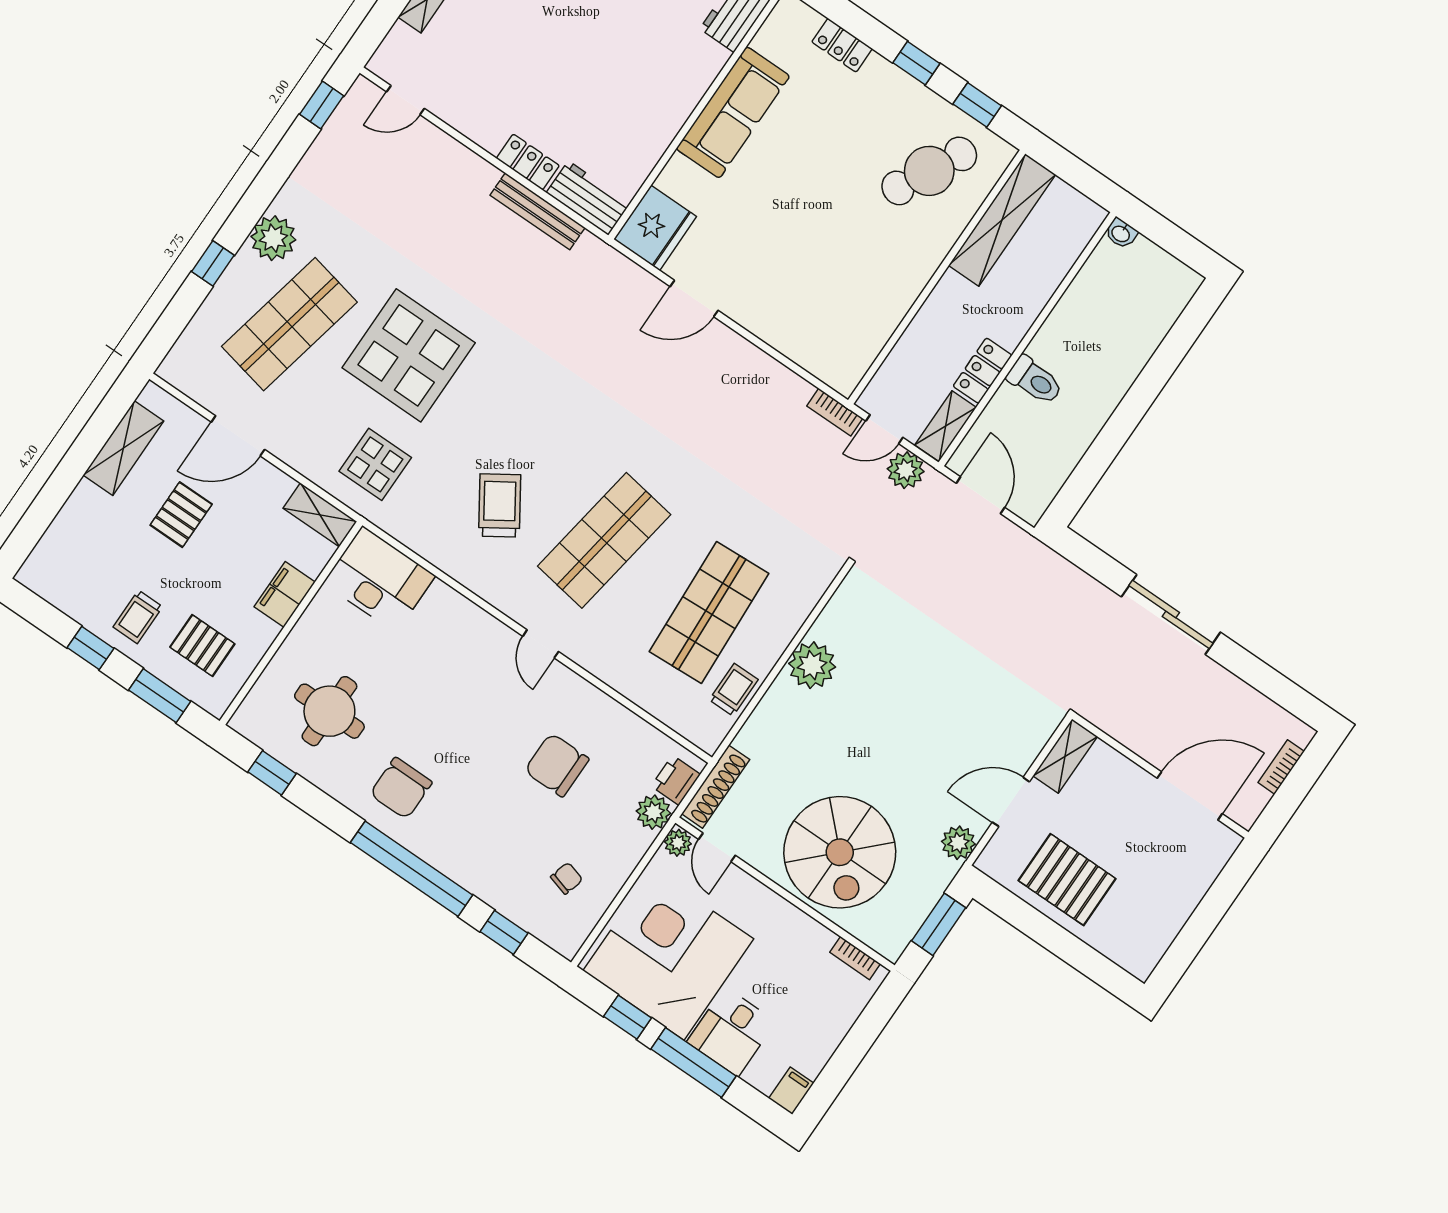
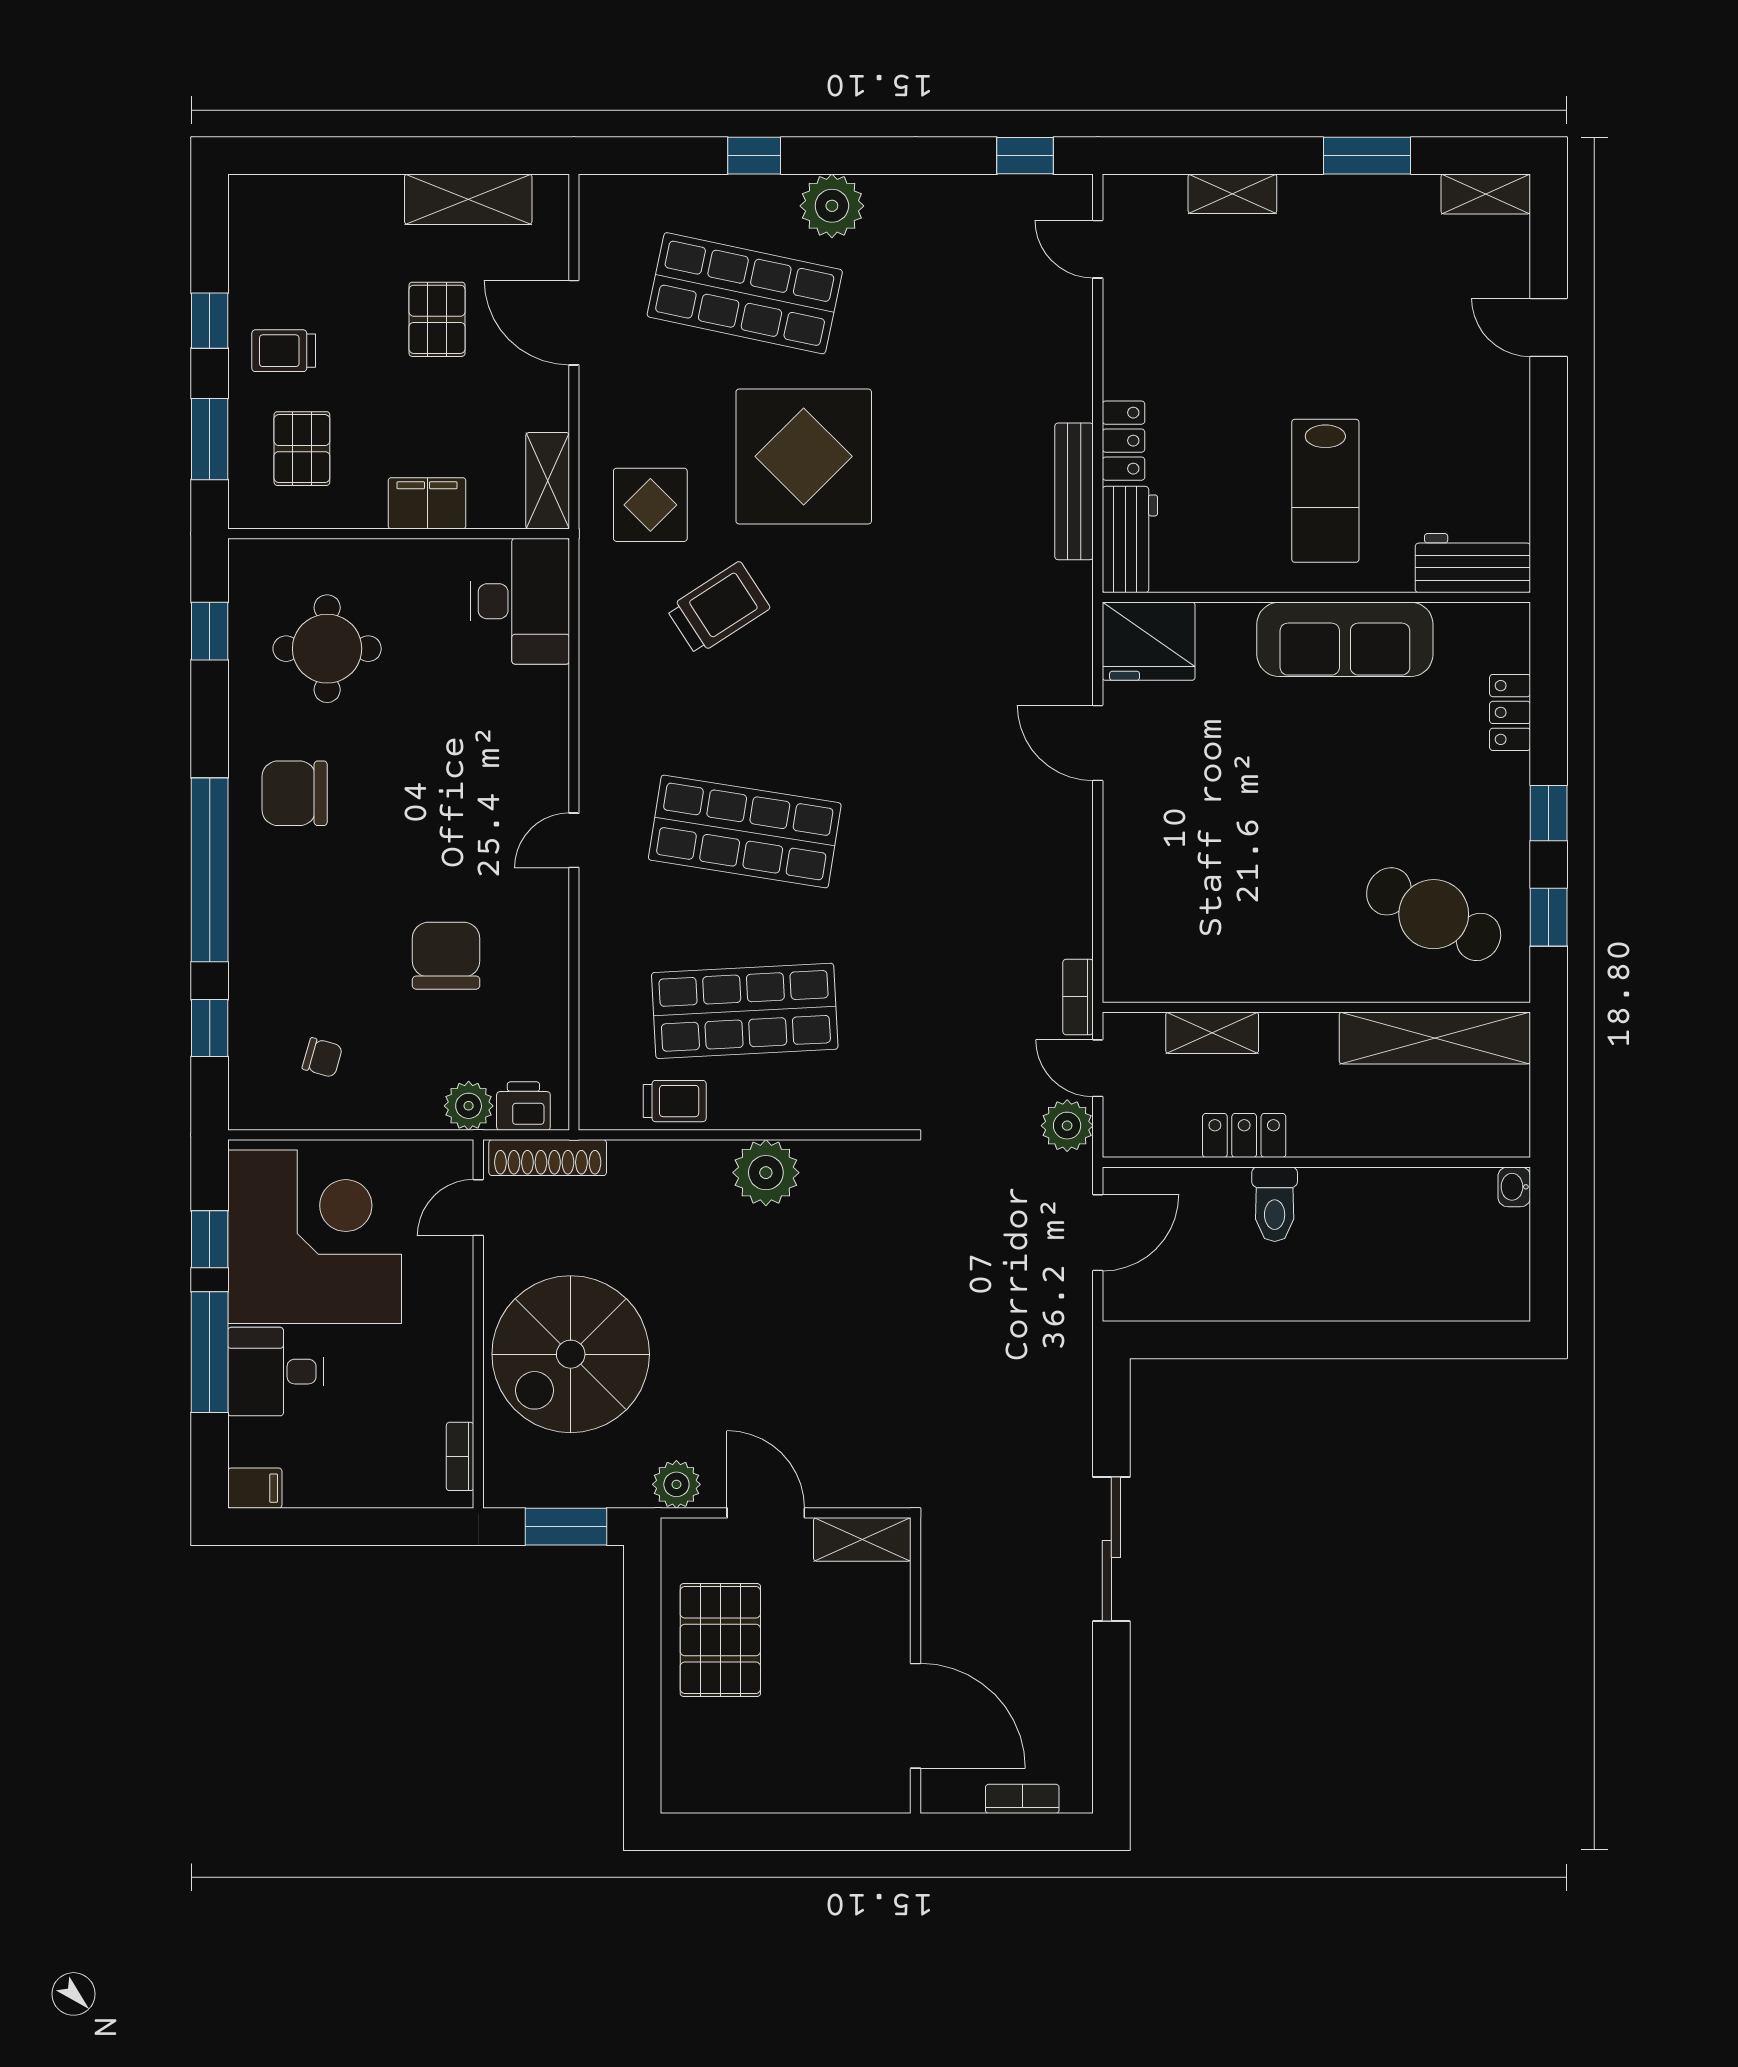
lab bench: (638, 64) -> (1325, 491), added
shelving: (946, 426) -> (1212, 1033), moved
trolley: (500, 505) -> (718, 608), moved
pallet: (181, 515) -> (437, 319), turned 90
plant: (678, 843) -> (452, 1159), removed

